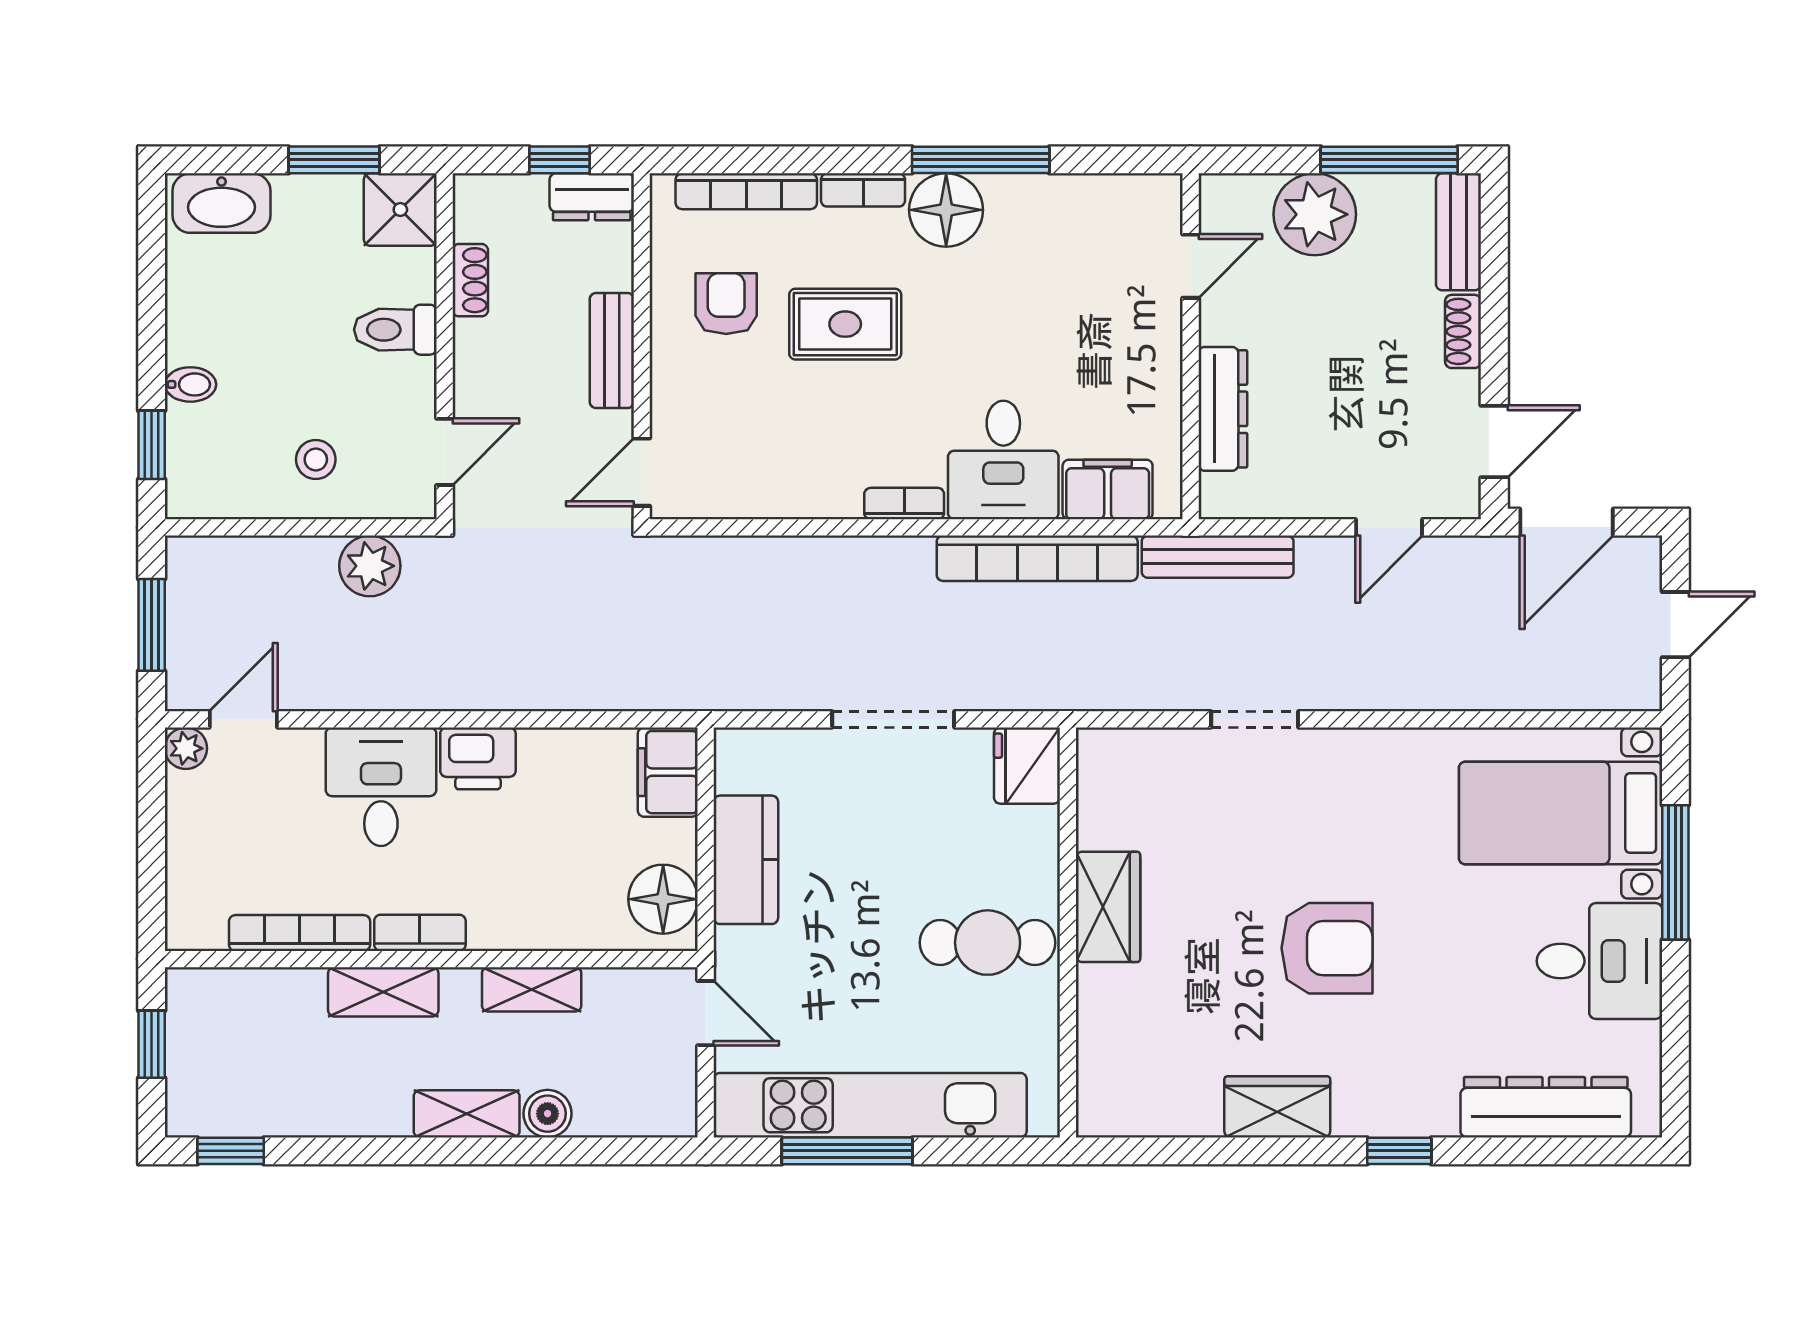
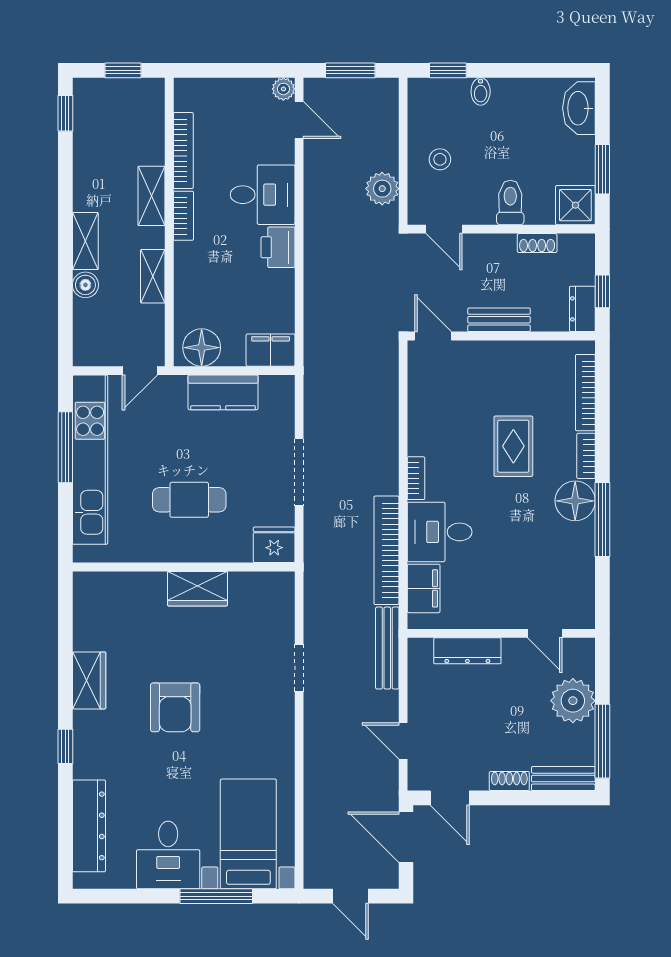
armchair: (726, 304) -> (524, 382), removed
cafe table: (988, 943) -> (189, 500), moved, turned 90

